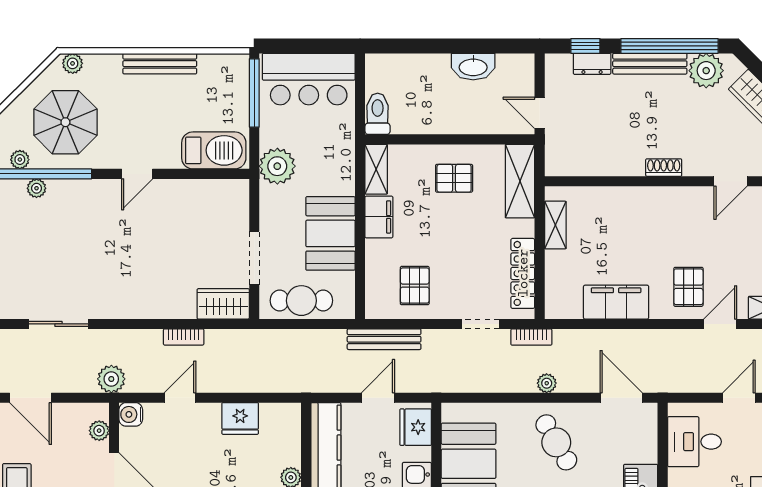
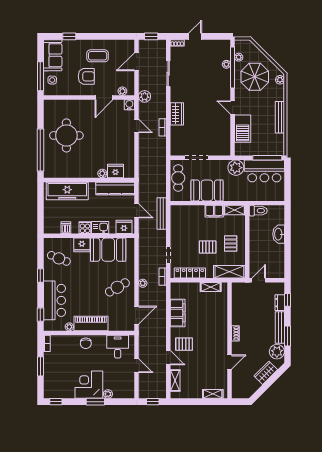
window: (670, 46) -> (287, 336), width x0.47
washbasin: (473, 67) -> (279, 234), moved
bar counter: (309, 79) -> (264, 171), moved, turned -90
barbecue: (214, 150) -> (243, 129), moved
door: (731, 181) -> (229, 362), swing flipped
pallet: (415, 286) -> (208, 247), moved
wardrobe: (223, 304) -> (177, 114), moved
fridge: (240, 418) -> (115, 171), moved, turned 90

